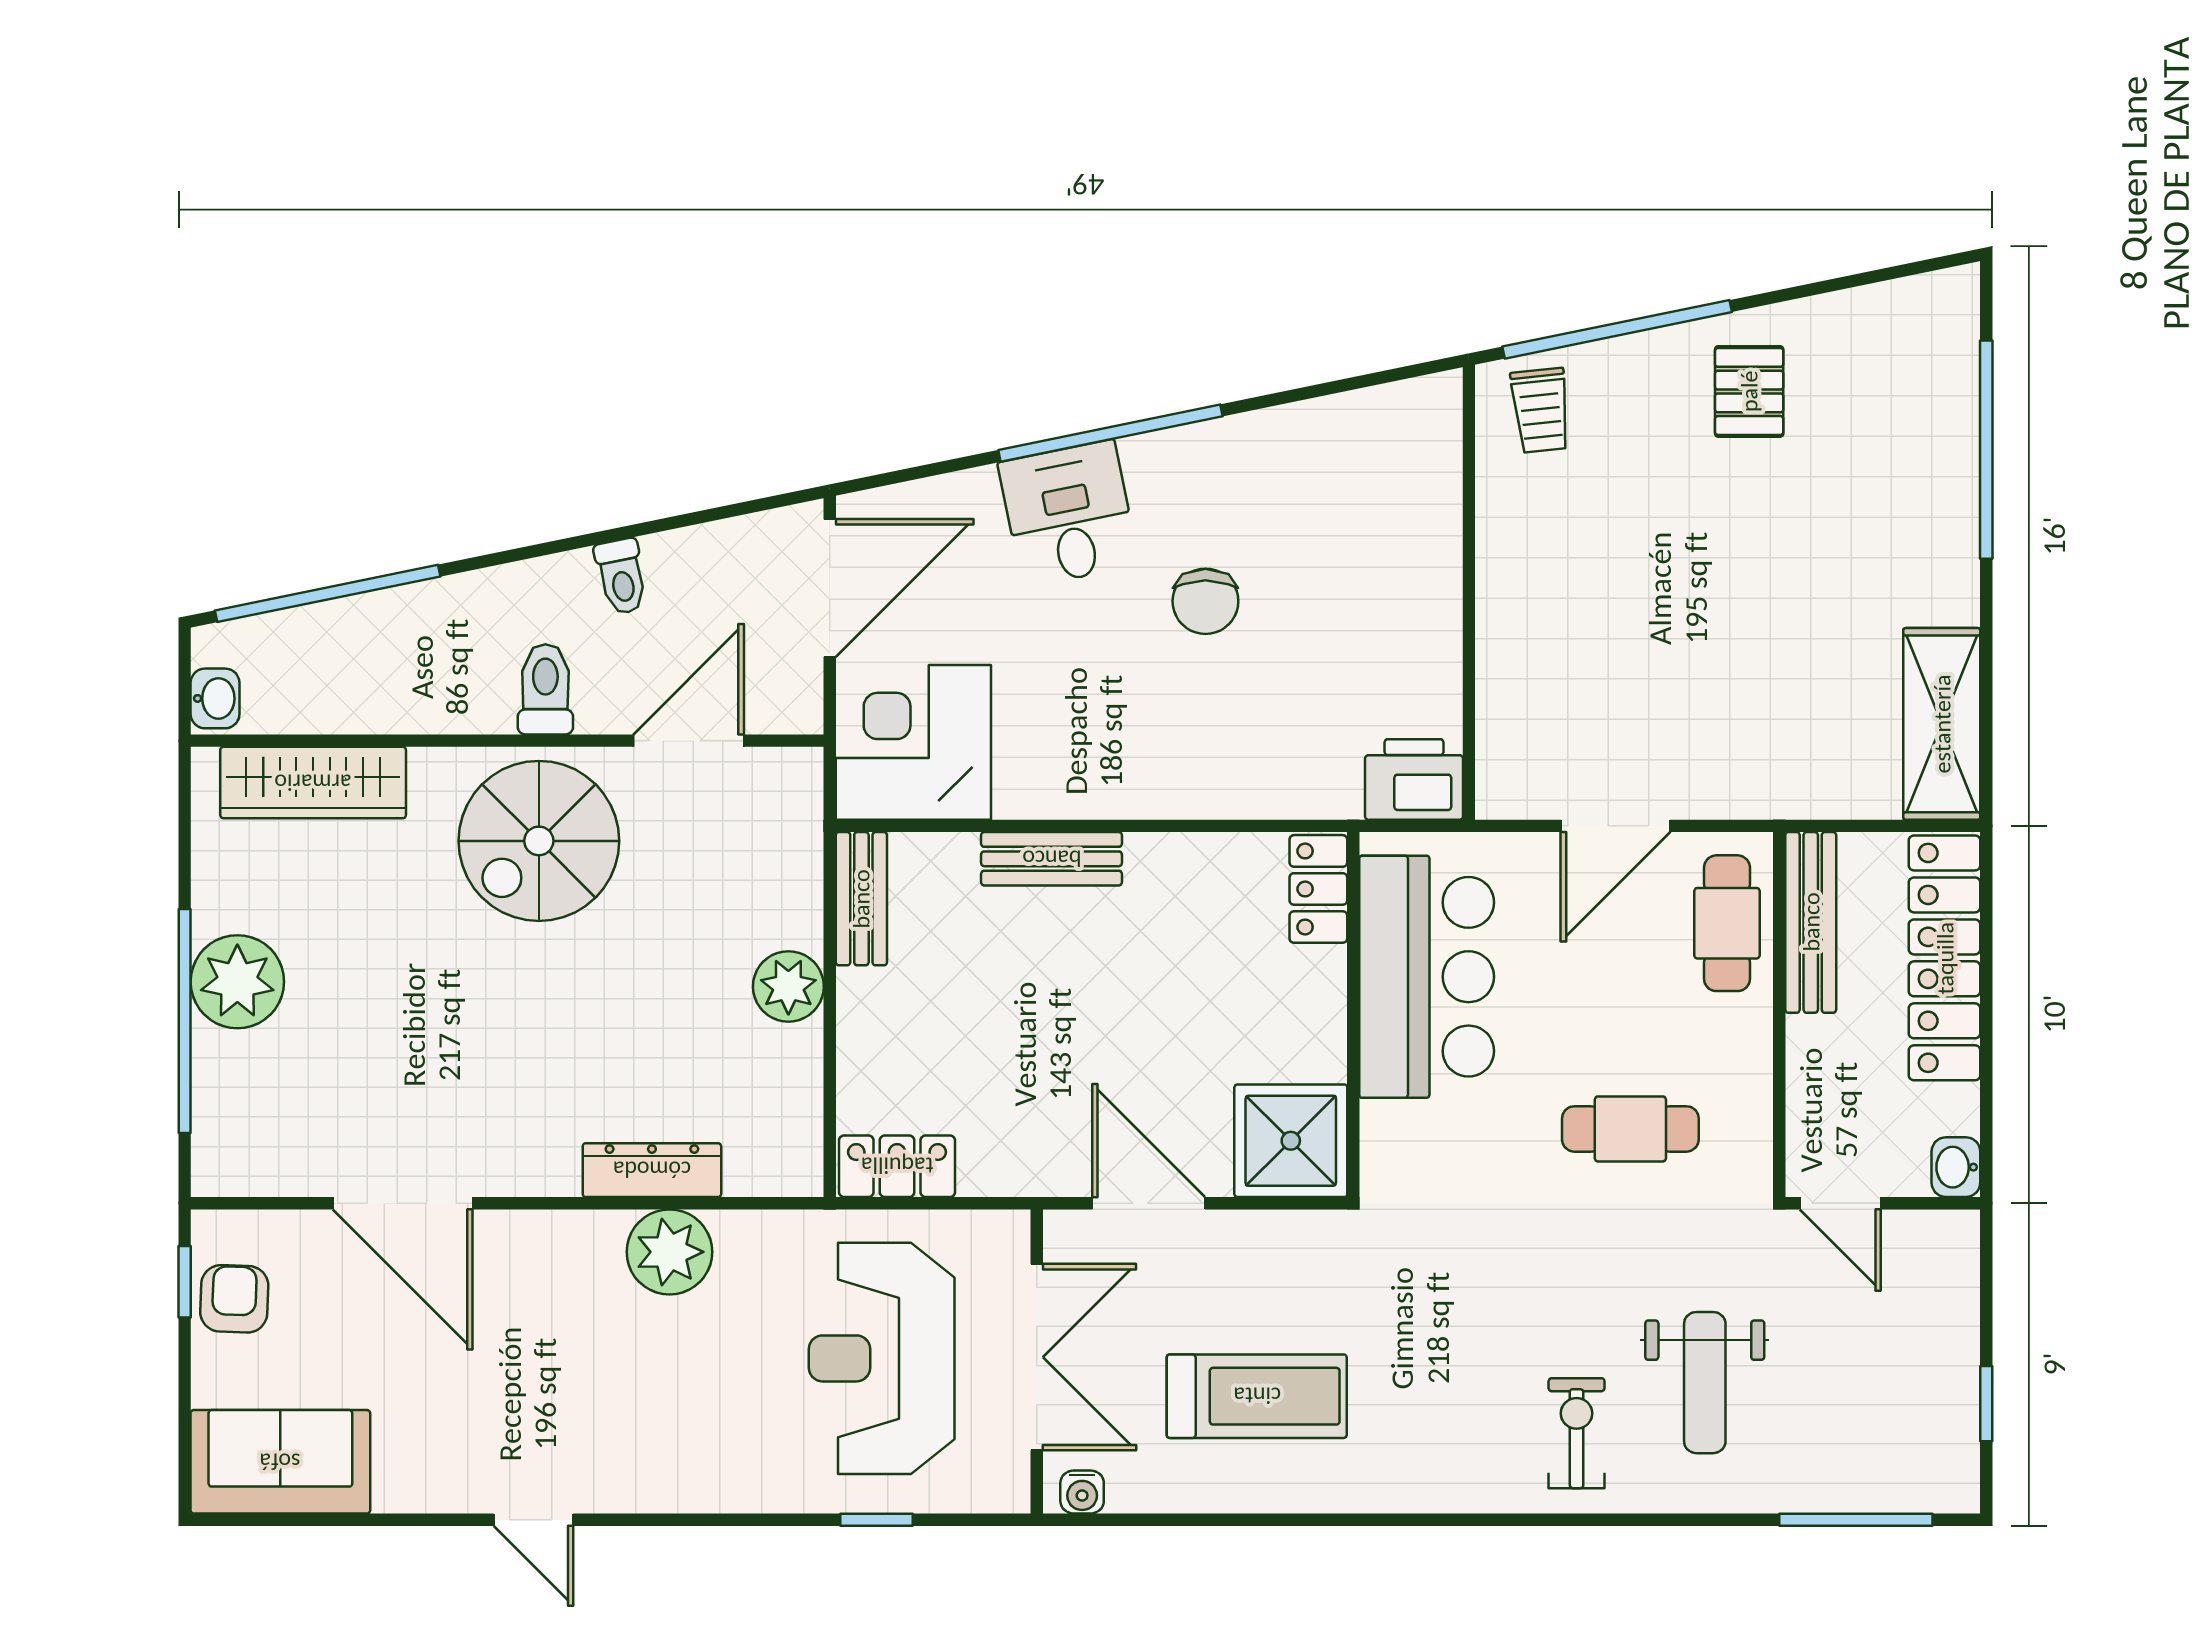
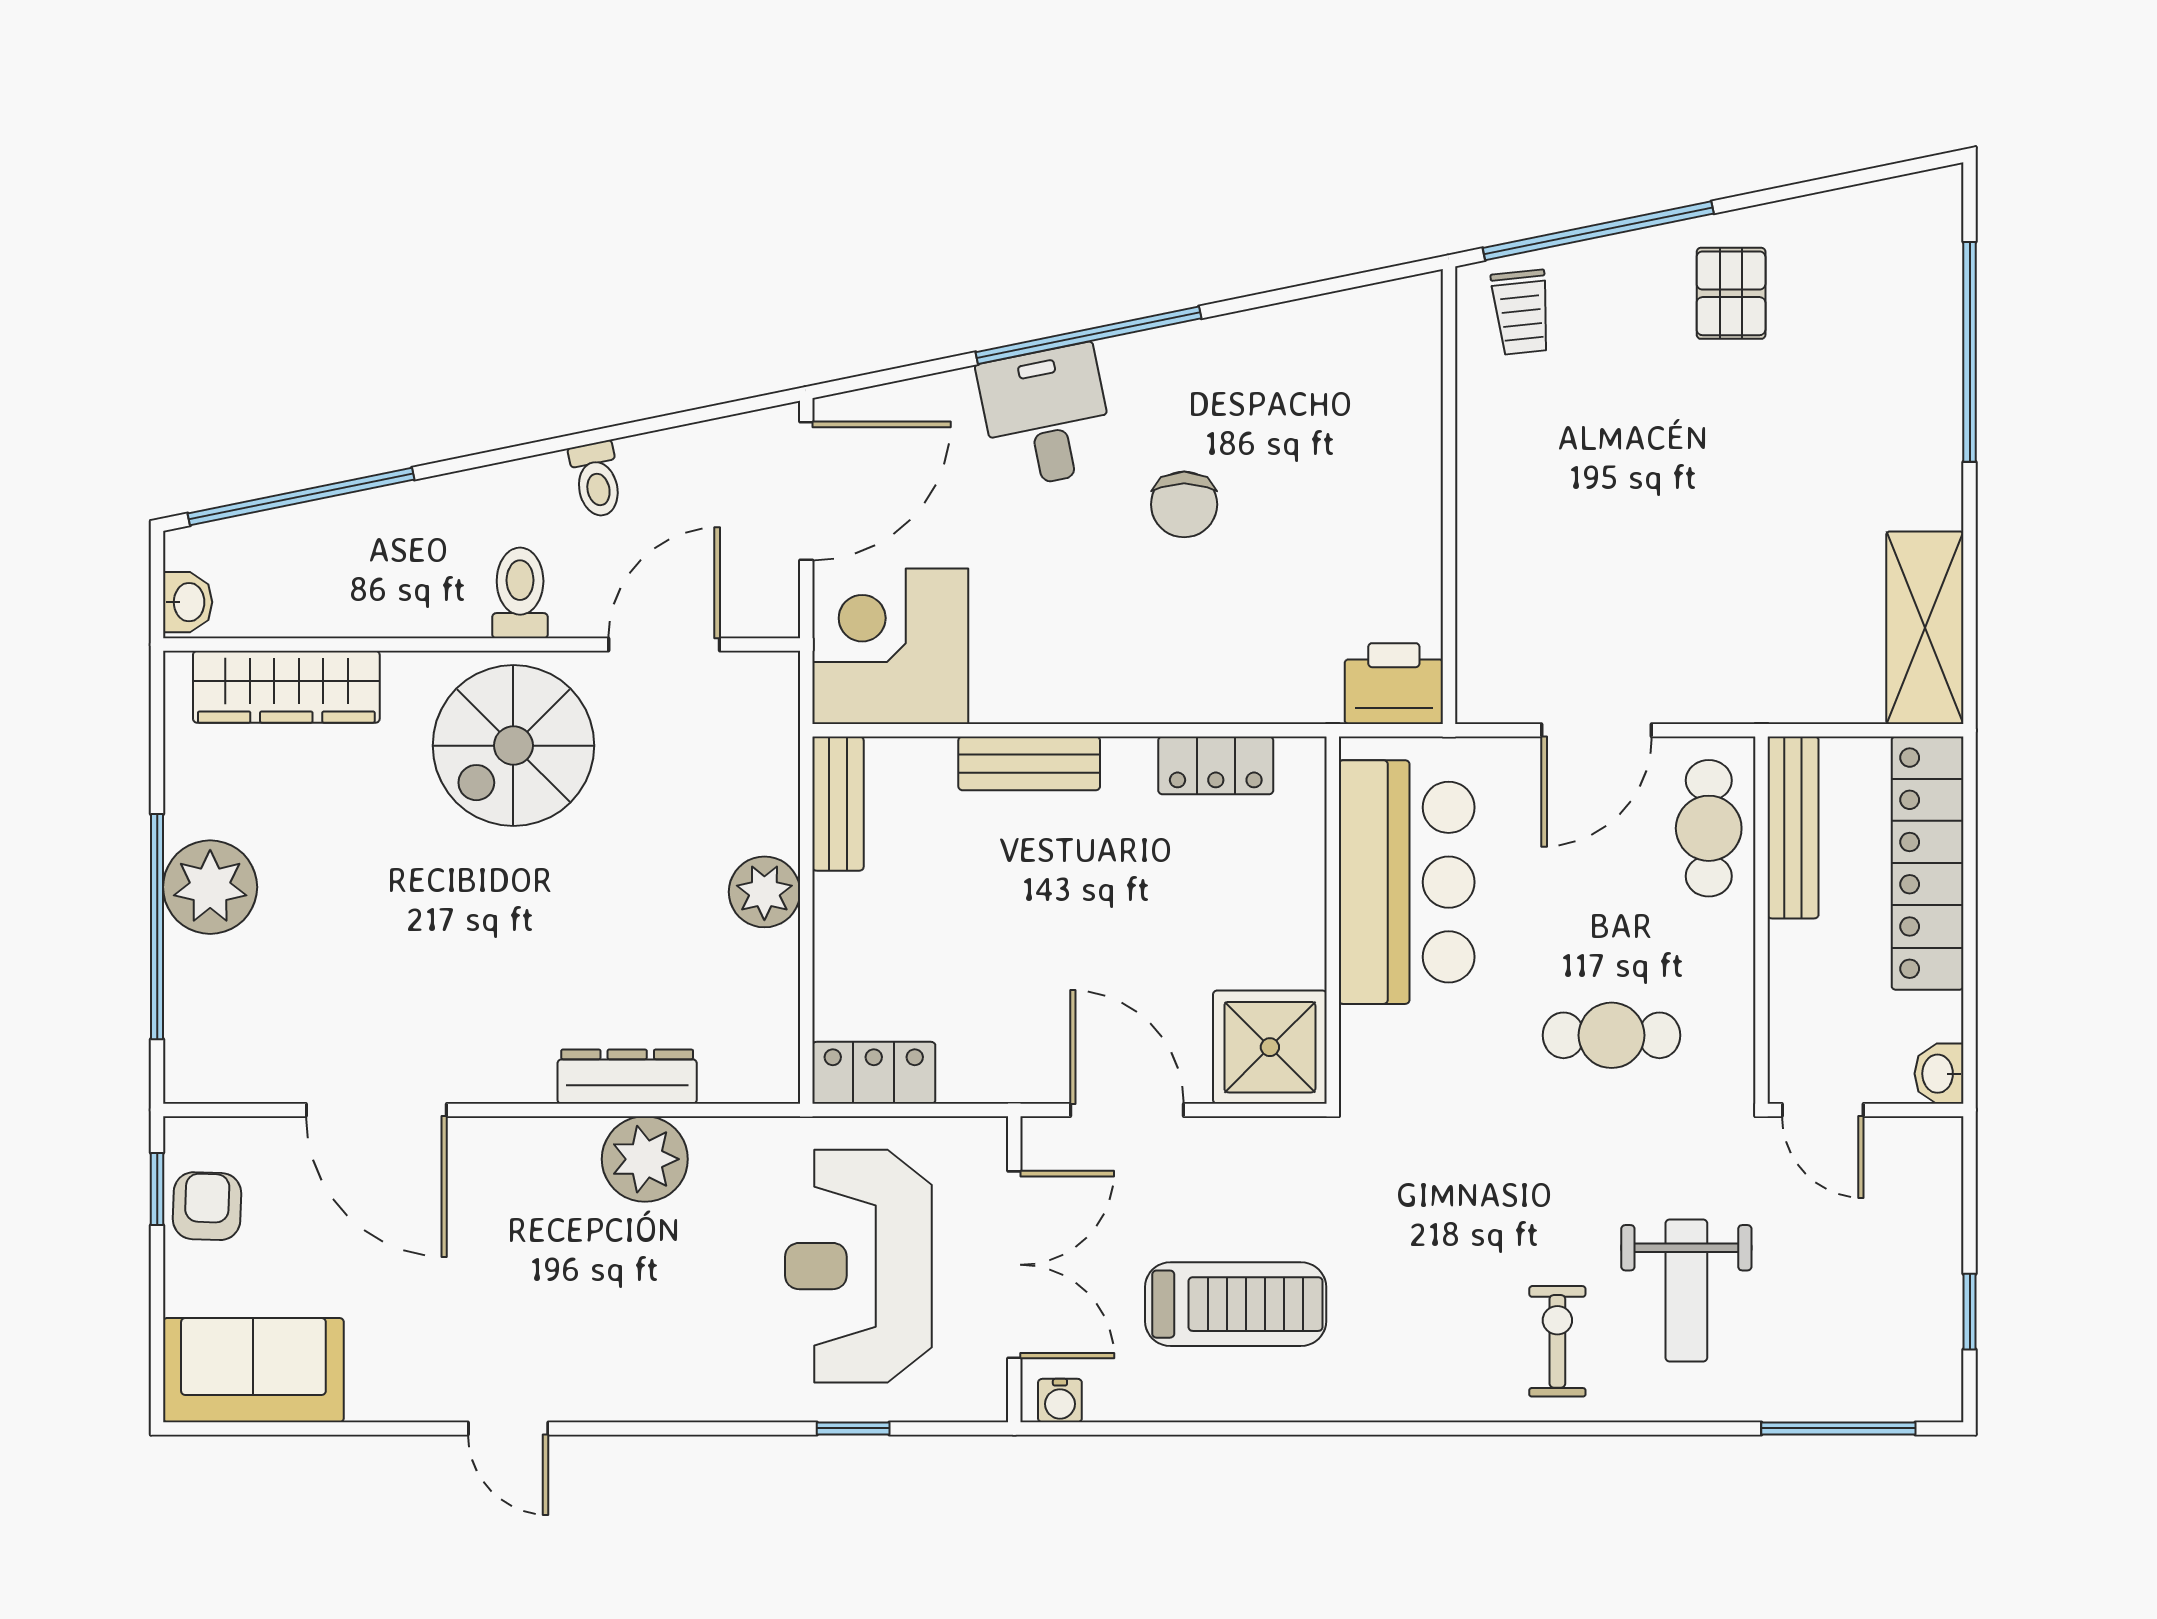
locker: (1318, 889) -> (1216, 765), moved, turned -90

